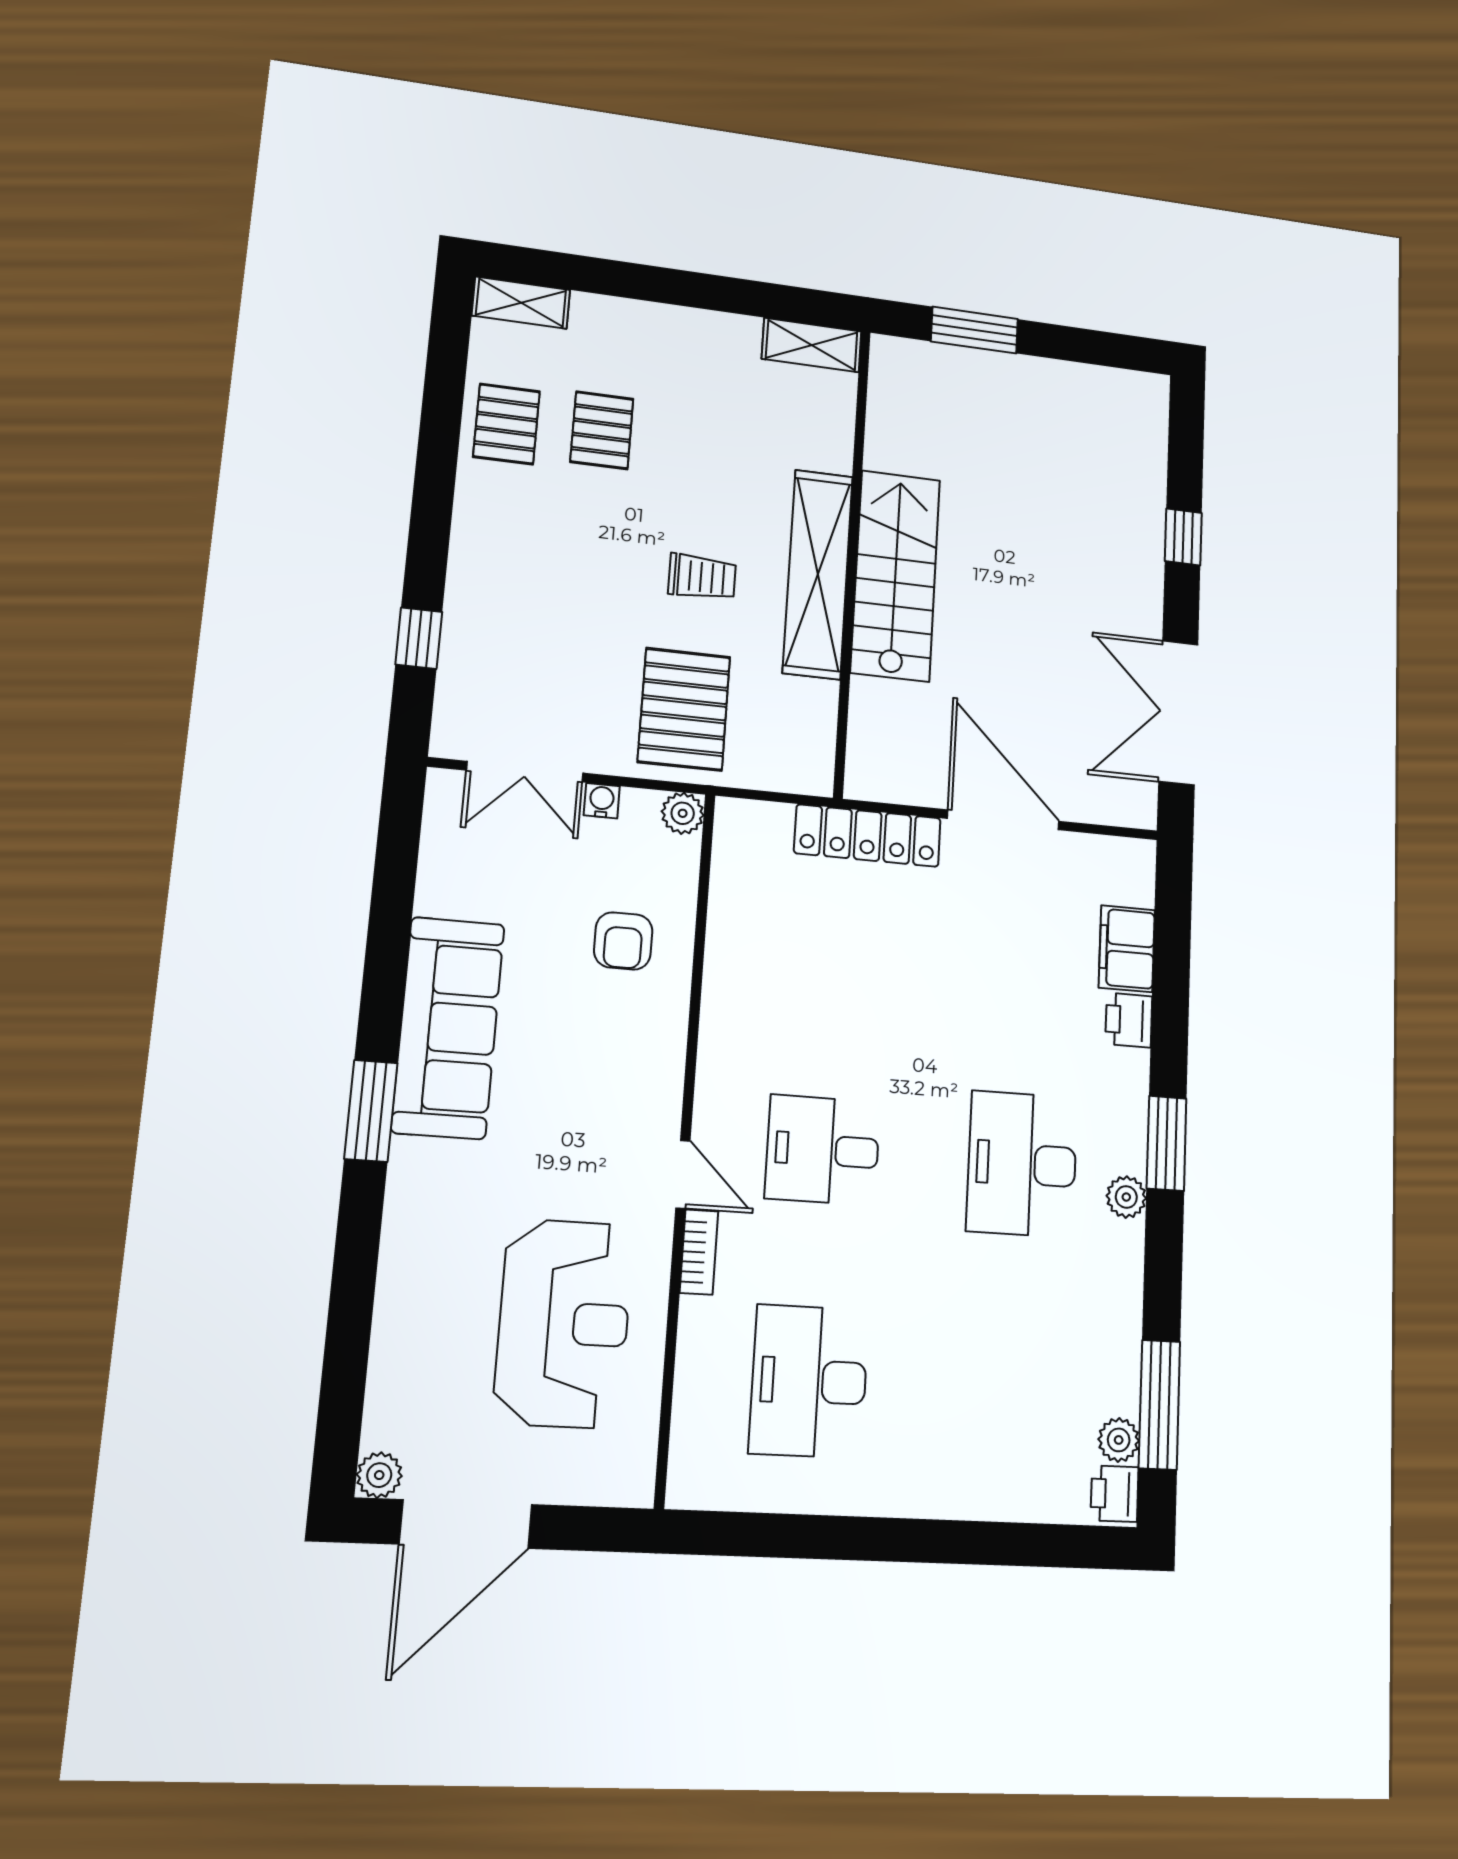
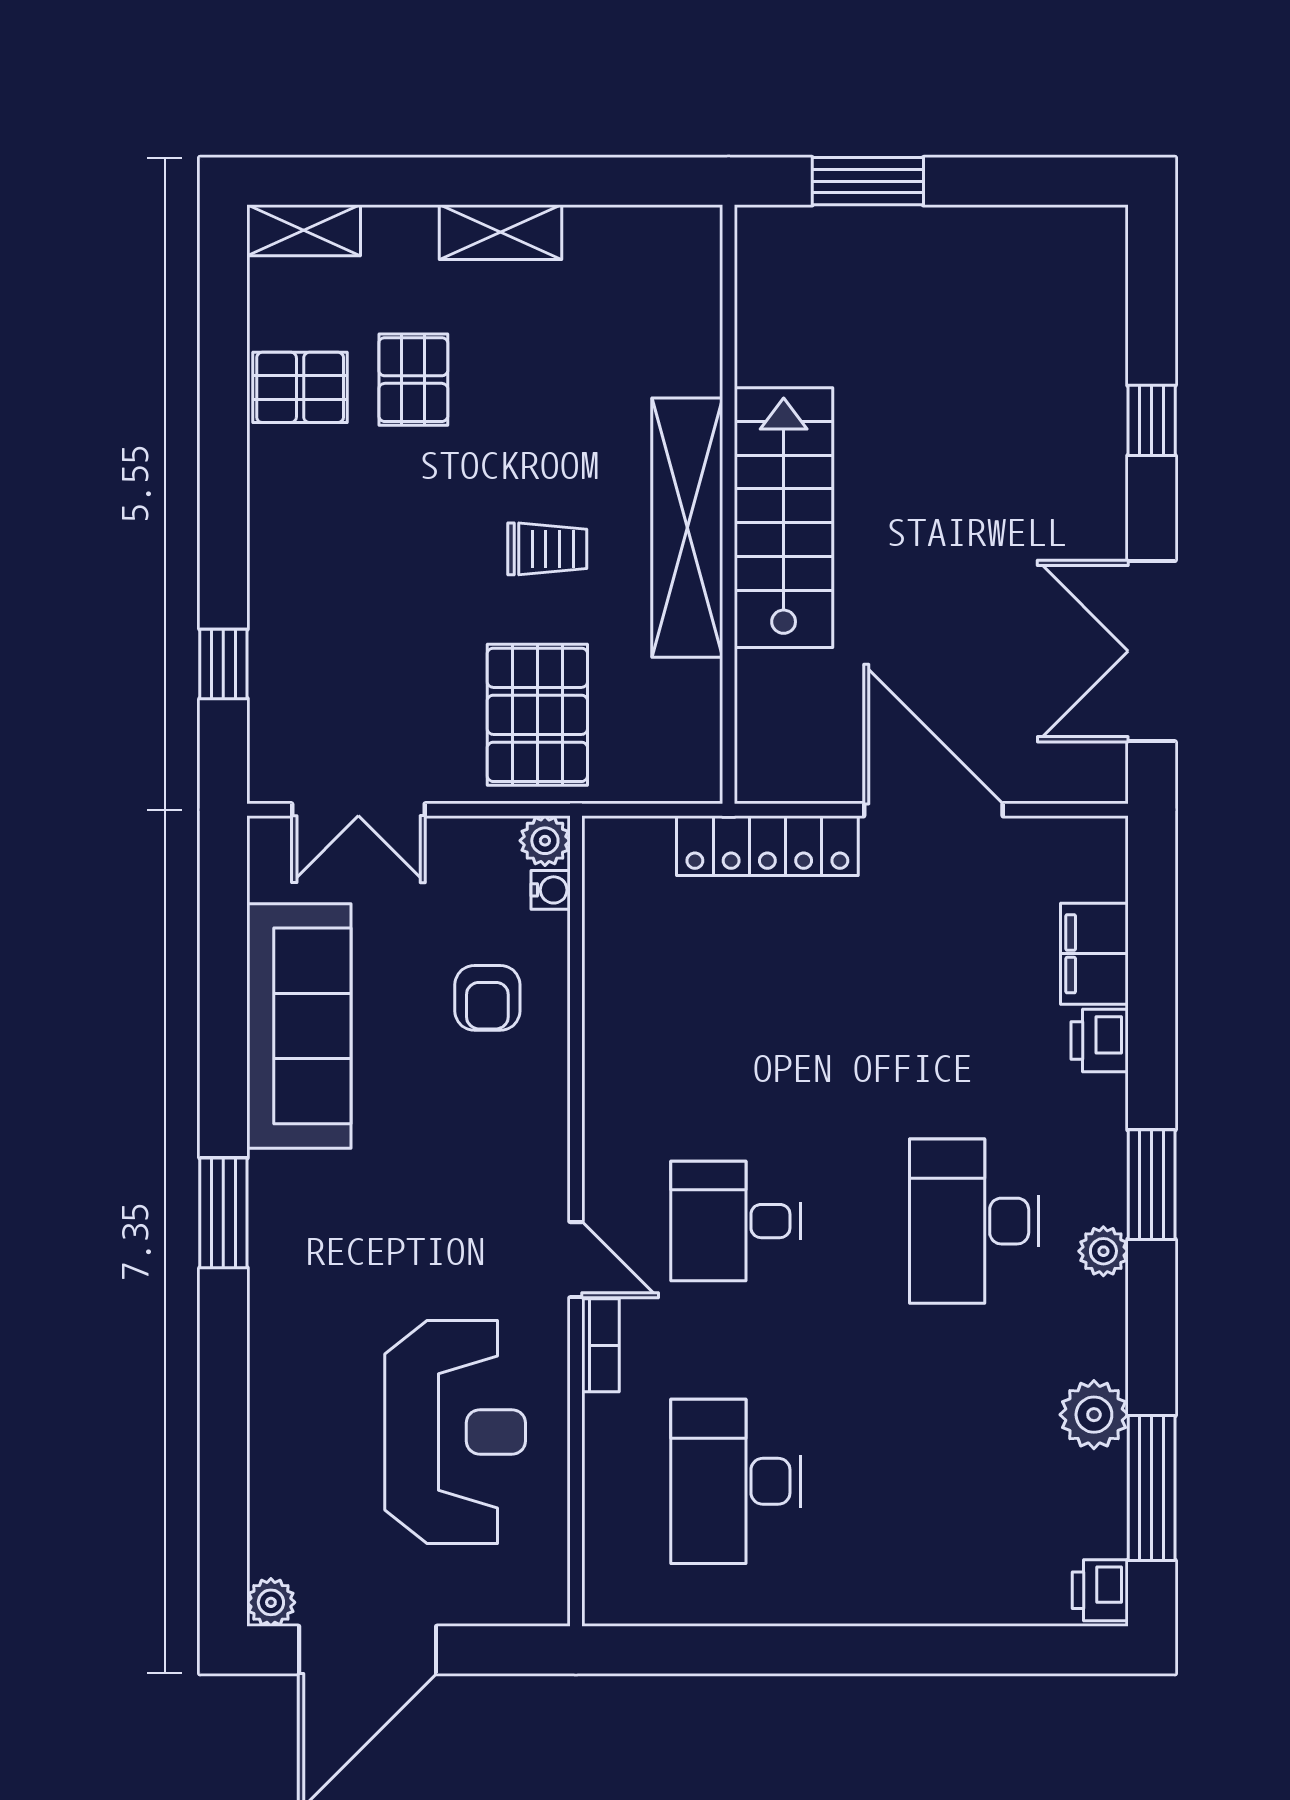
shelving: (812, 345) -> (500, 232), moved
pallet: (507, 424) -> (300, 387), turned 90
water cooler: (602, 801) -> (551, 890), moved, turned 90
sofa: (448, 1028) -> (299, 1026), moved
plant: (1119, 1440) -> (1094, 1415), moved, width x1.38, depth x1.38

